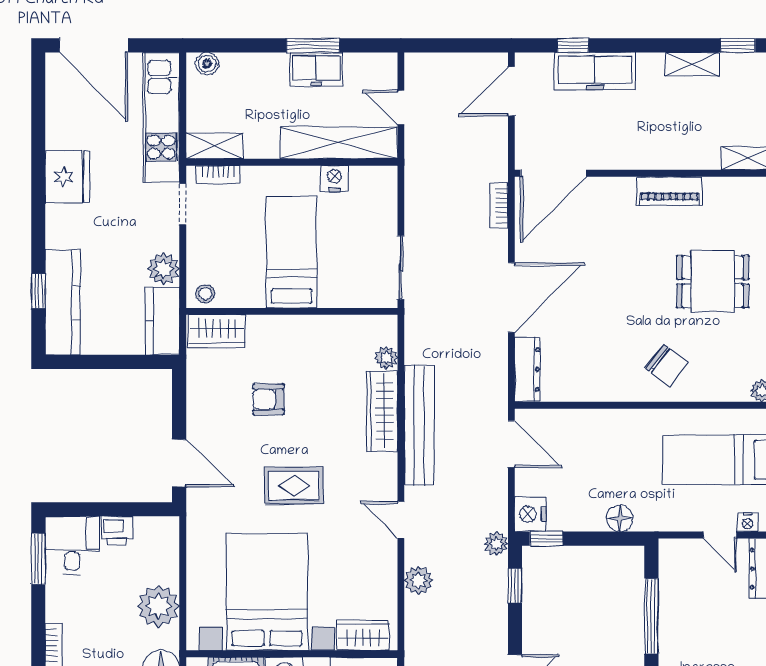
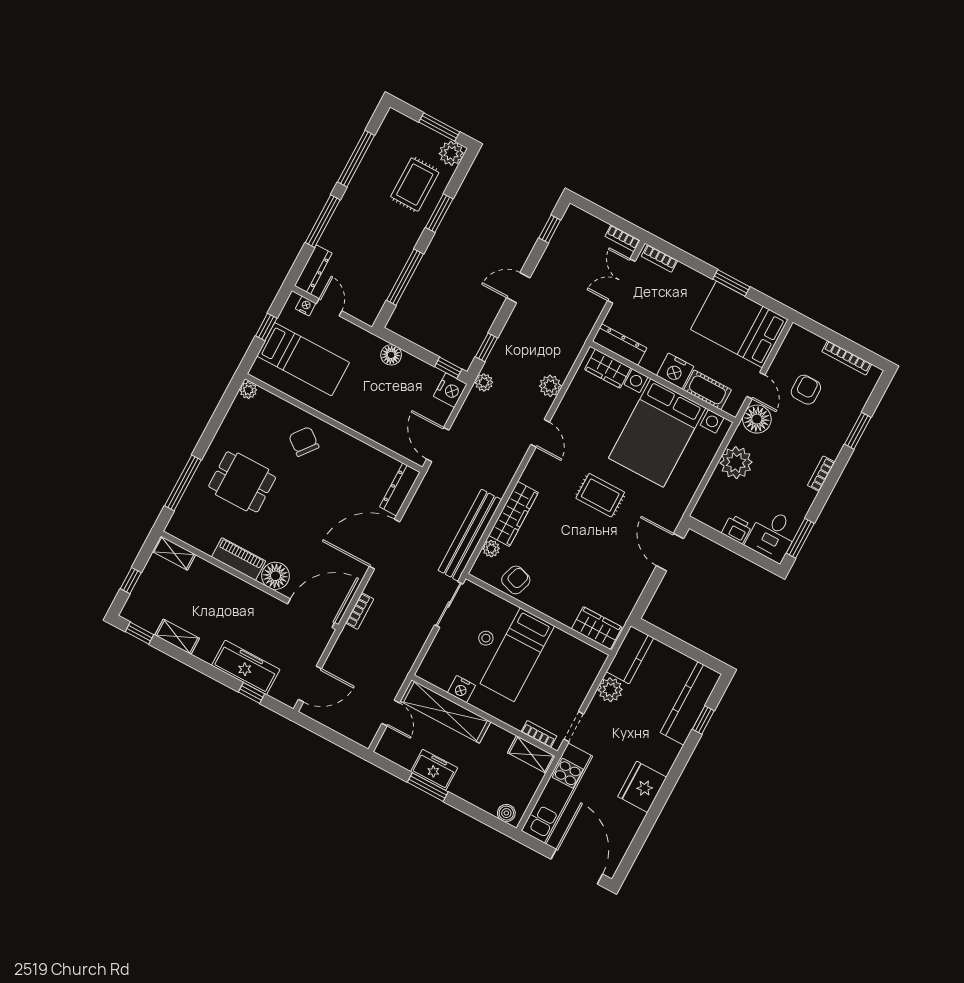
floor lamp: (617, 194) -> (275, 576), added
stool: (205, 294) -> (486, 638), moved
armchair: (268, 399) -> (516, 580), moved, turned -72
bench: (419, 425) -> (470, 535), moved

